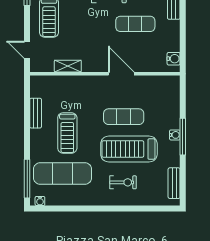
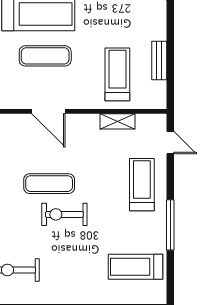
exercise mat: (135, 24) -> (49, 184), moved
treadmill: (67, 133) -> (117, 74), moved

